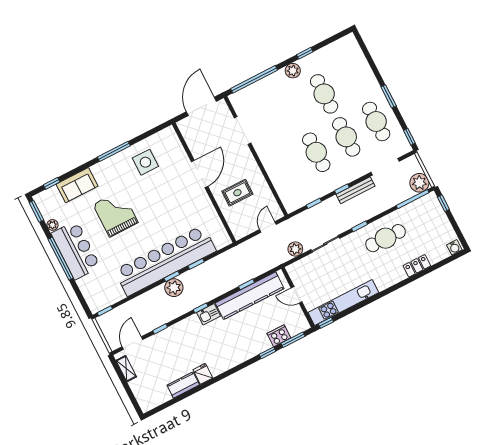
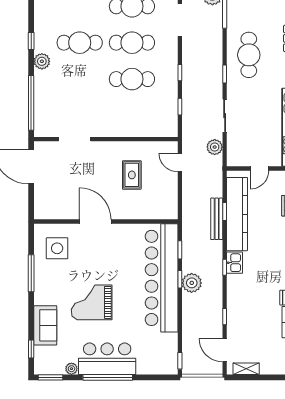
door: (200, 174) -> (95, 222), moved
wall: (204, 183) -> (106, 222), moved
bench: (355, 190) -> (217, 219), moved

